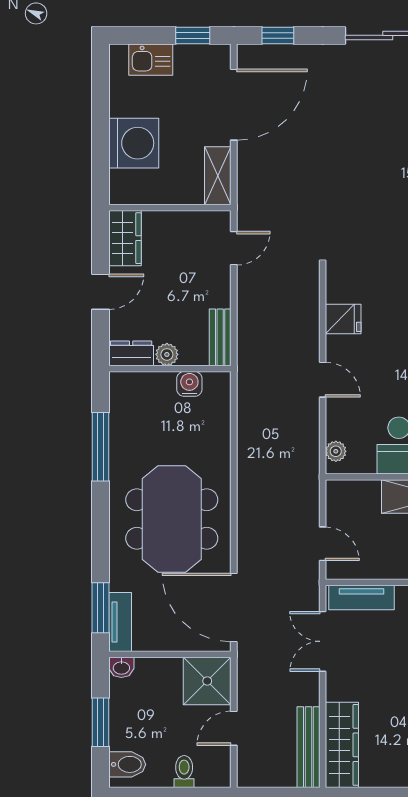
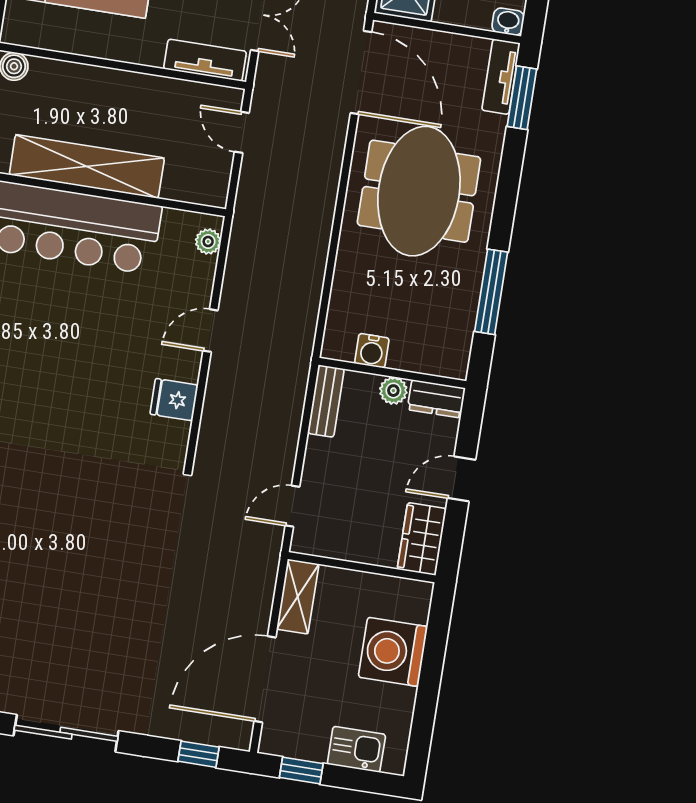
door: (323, 380) -> (210, 331), hinge flipped

